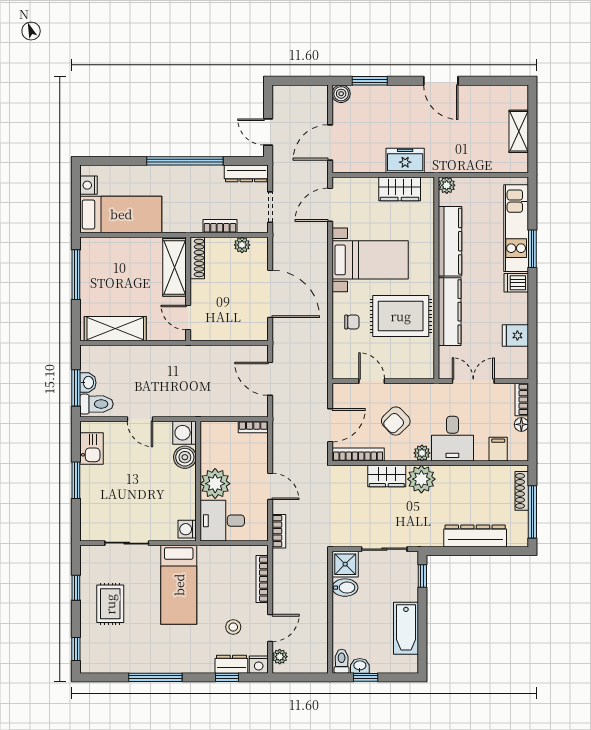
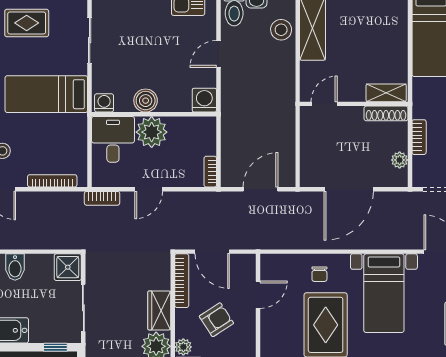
shelving: (174, 267) -> (386, 93), width x0.67, depth x0.75
stool: (117, 359) -> (281, 30), added
armchair: (396, 421) -> (216, 320), turned 101
boiler: (185, 457) -> (146, 101), moved
bidet: (345, 588) -> (15, 267), moved

